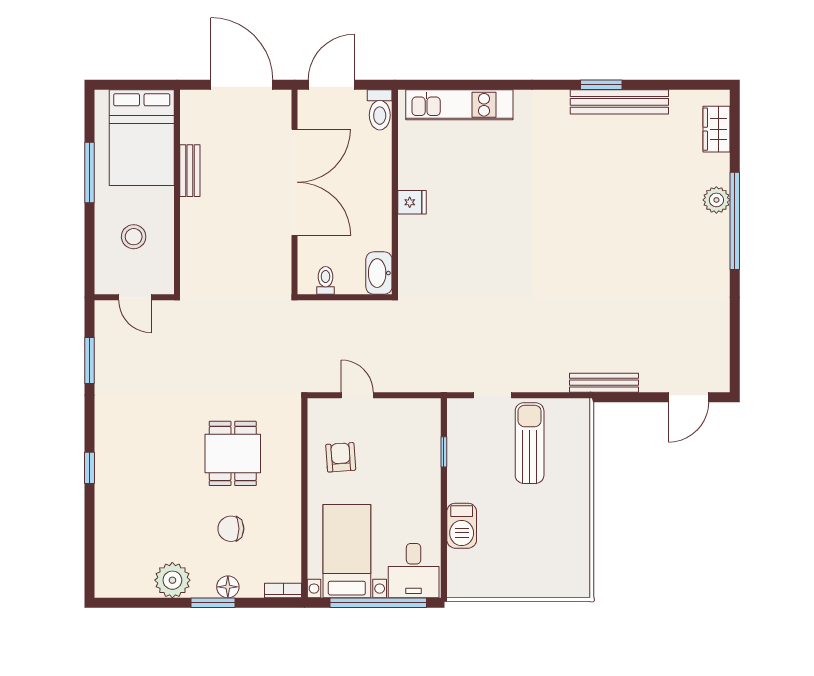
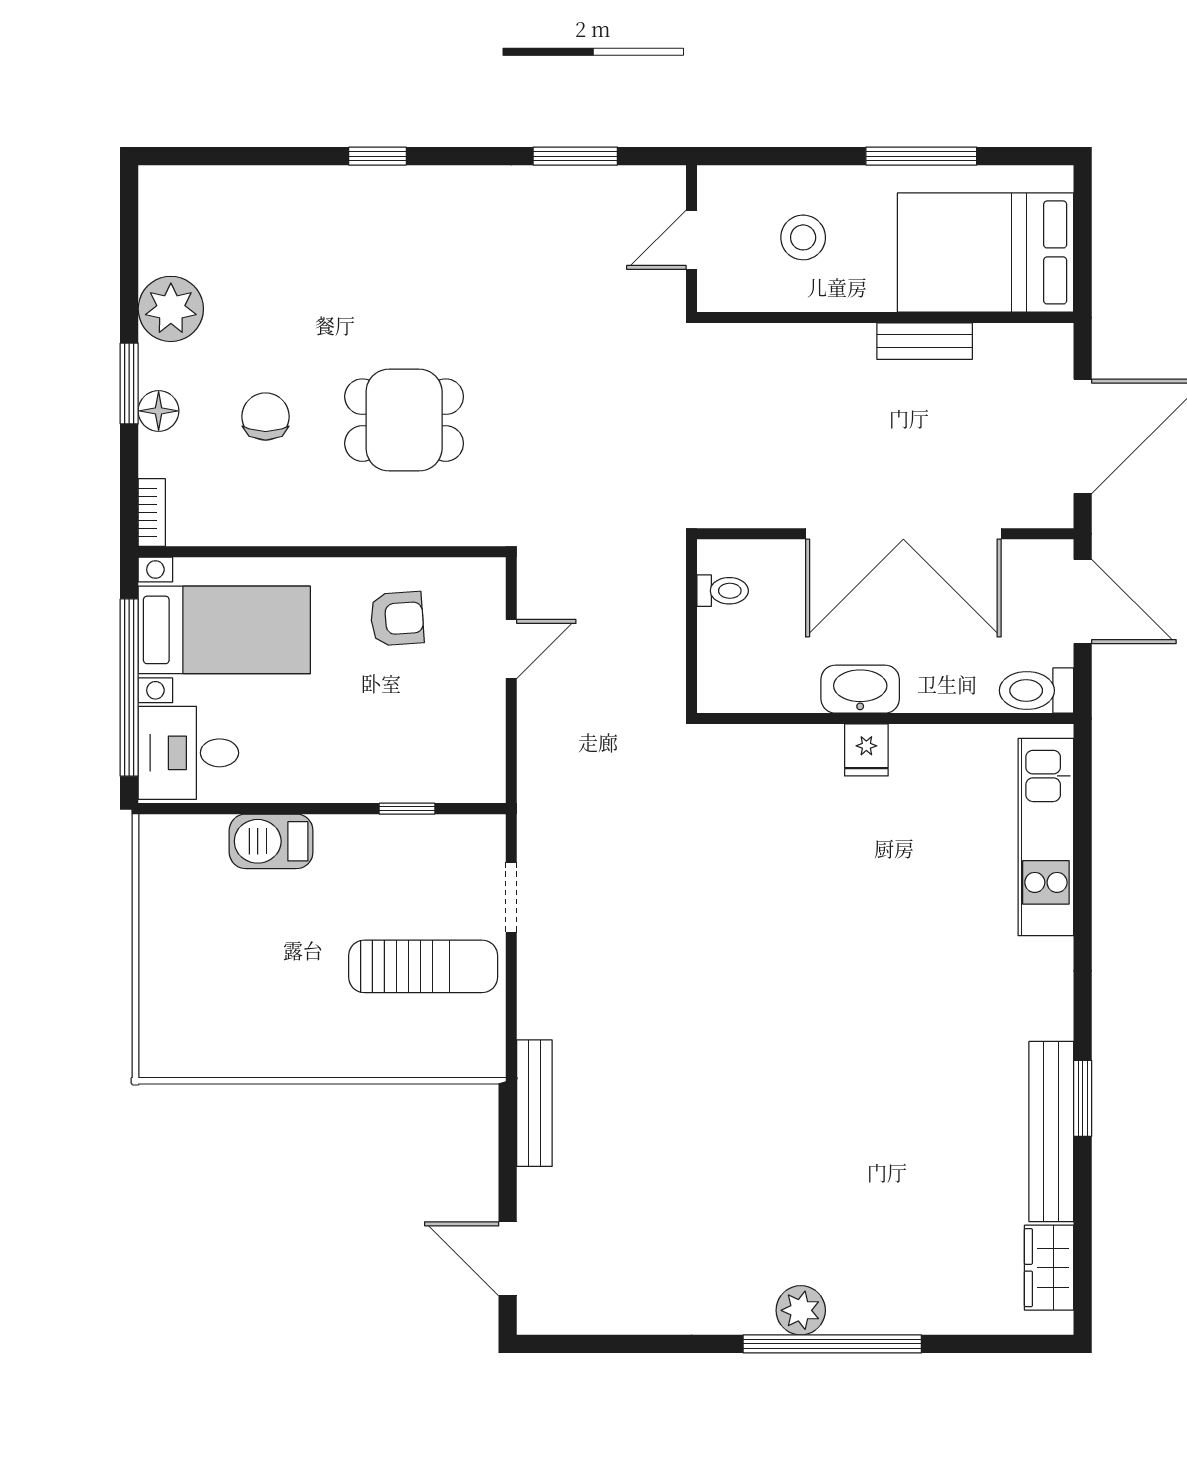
wardrobe: (716, 129) -> (1049, 1268), moved, turned -90
plant: (716, 200) -> (801, 1310), moved
washbasin: (379, 273) -> (860, 689), moved

